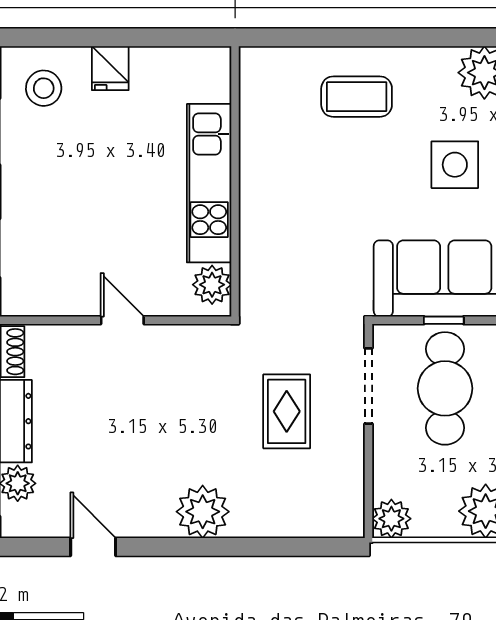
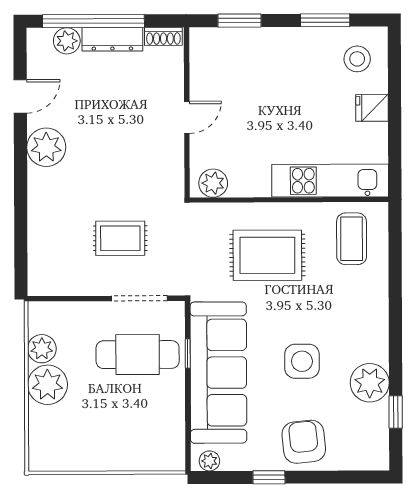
coffee table: (357, 97) -> (352, 239), moved
kitchen unit: (209, 183) -> (330, 181), moved
rug: (310, 211) -> (267, 255), added
plant: (203, 512) -> (46, 147), moved
plant: (391, 519) -> (42, 349), moved

